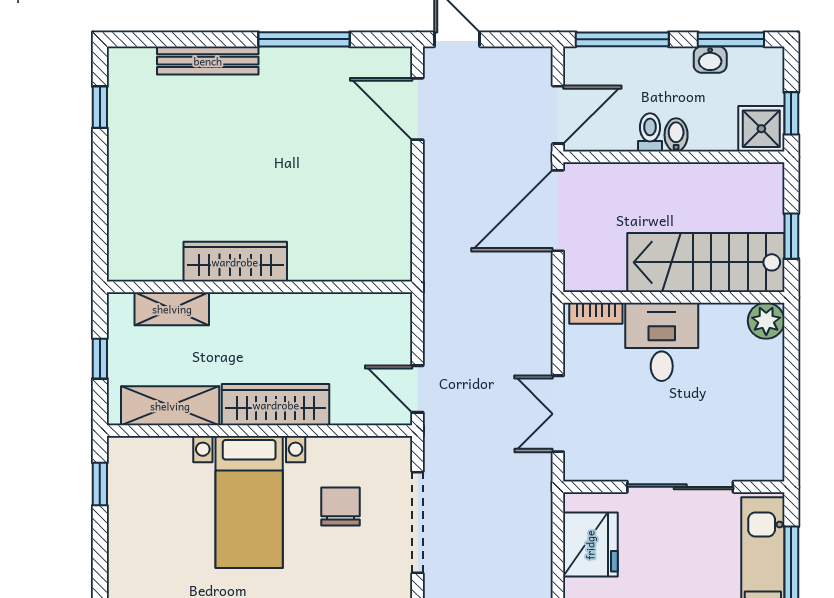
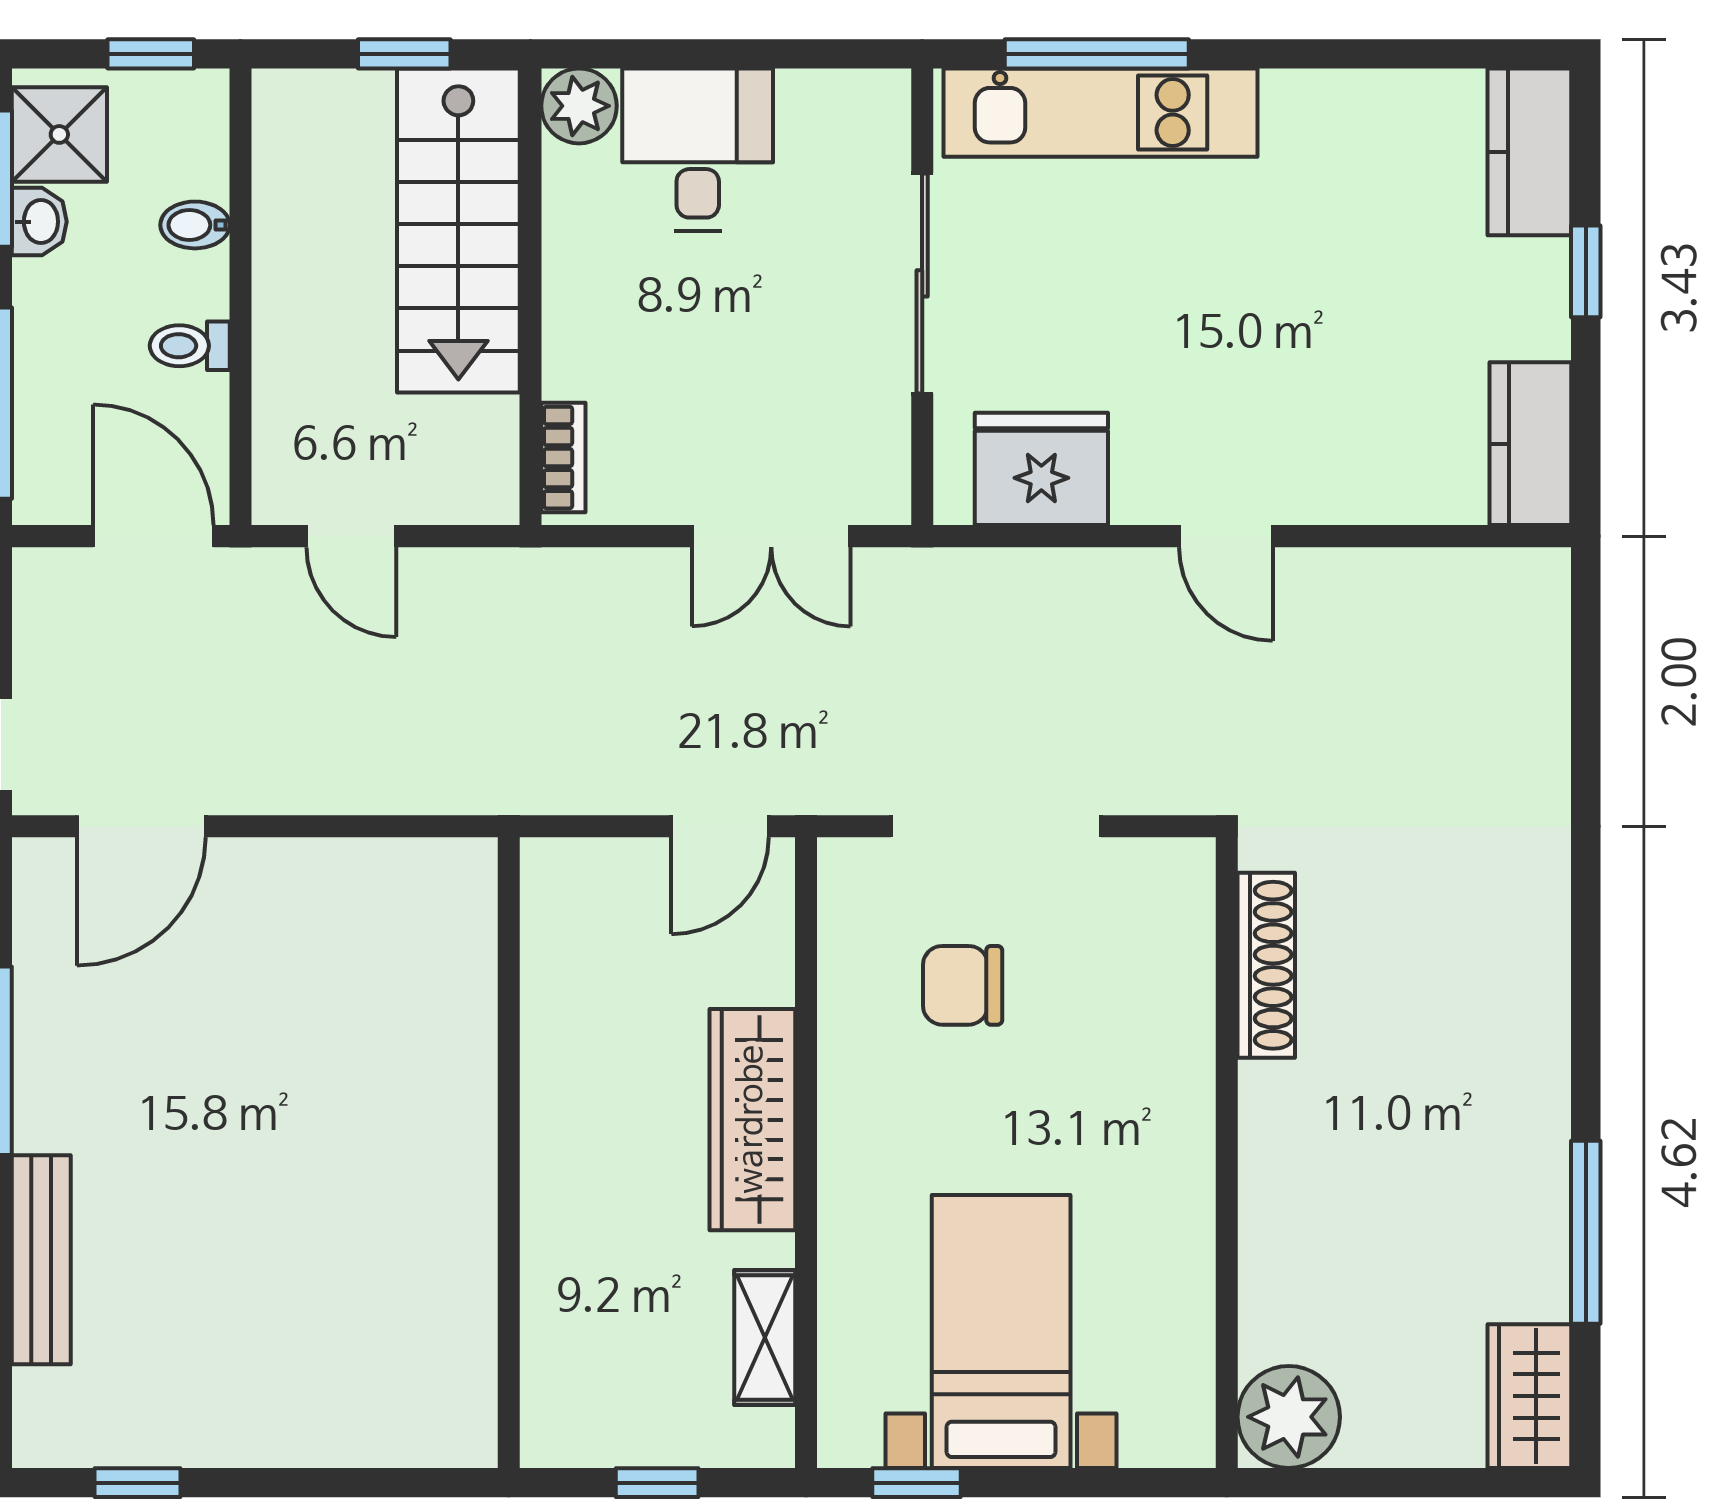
shower: (761, 129) -> (59, 134), moved
bidet: (676, 135) -> (195, 225), moved
door: (558, 211) -> (351, 536), width x0.53
wardrobe: (235, 262) -> (457, 1203), removed
shelving: (172, 309) -> (554, 1334), removed
desk: (662, 342) -> (698, 150), moved, turned 90
shelving: (170, 406) -> (765, 1337), width x0.67, depth x0.75
bed with nightstands: (249, 502) -> (1001, 1332), moved, turned -90

